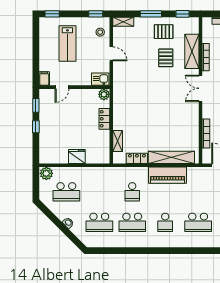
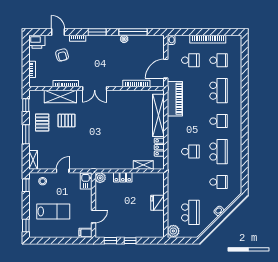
door: (62, 87) -> (93, 216), hinge flipped
piano: (167, 175) -> (175, 99), moved
school desk: (99, 222) -> (219, 182), width x0.54

